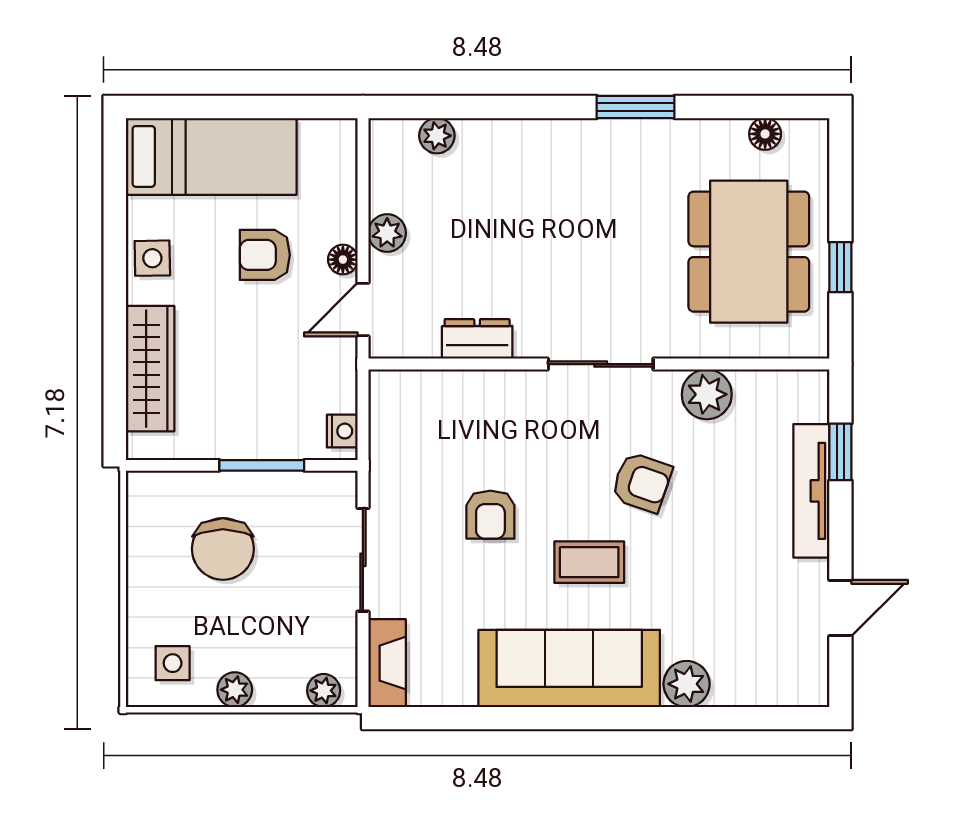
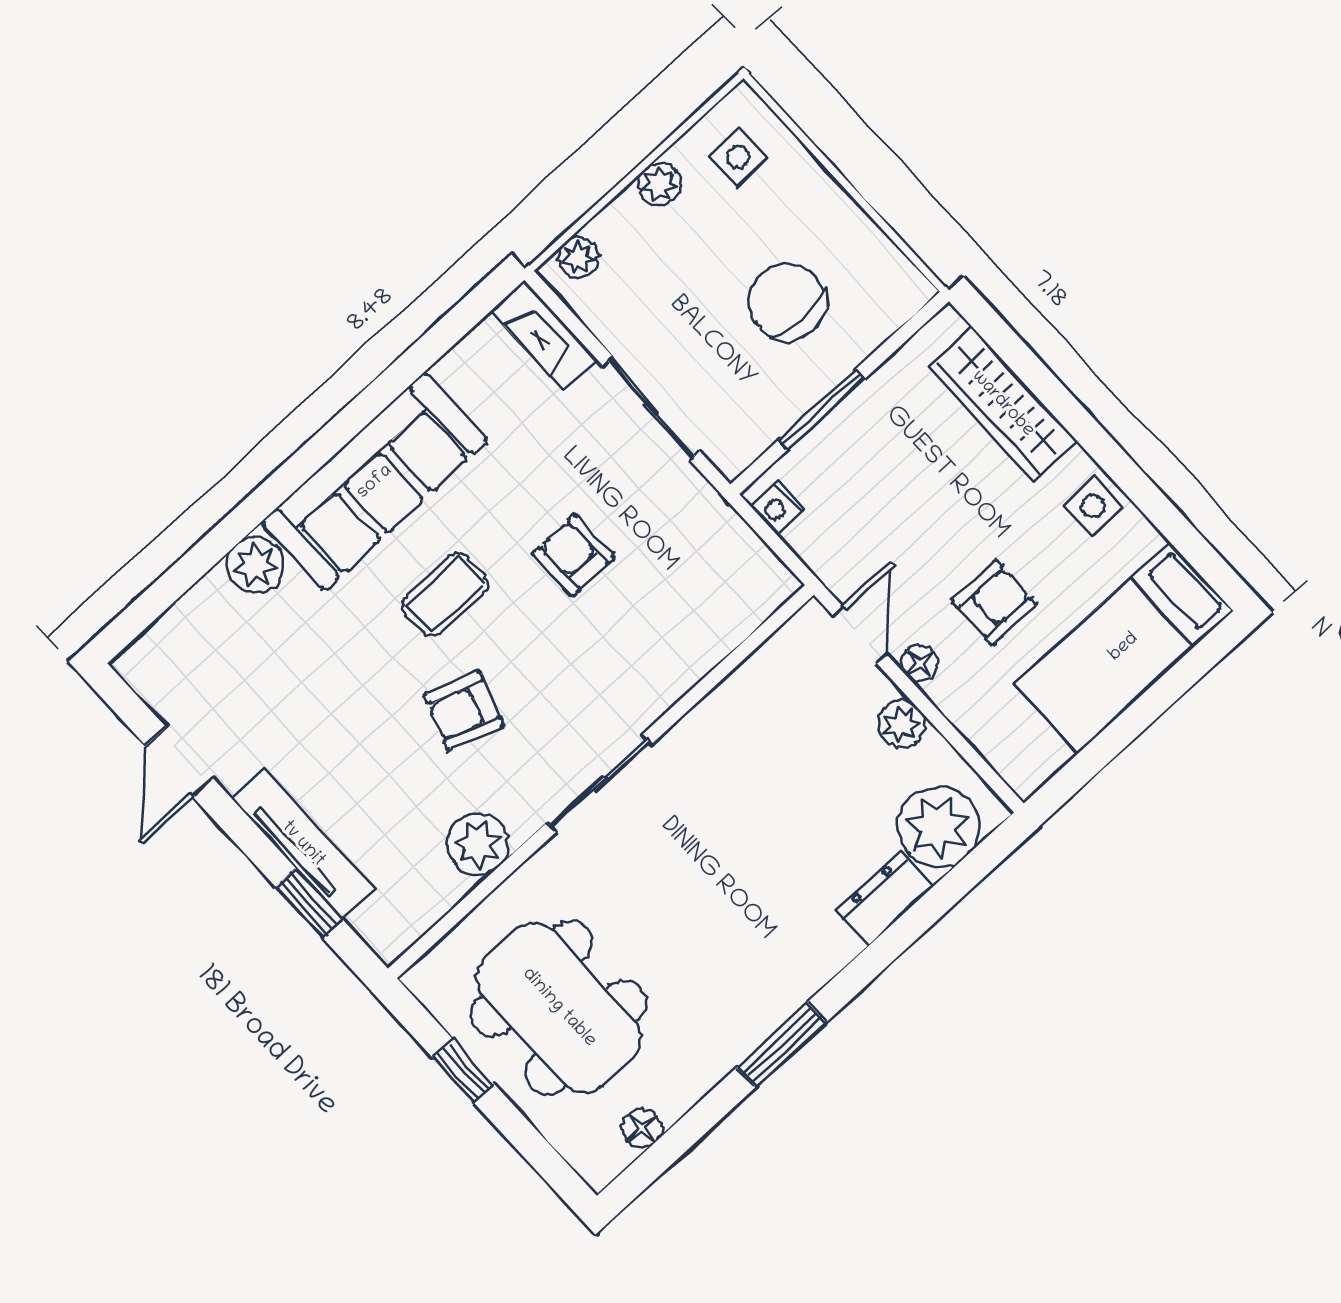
plant: (437, 136) -> (938, 827), width x1.87, depth x1.87
dresser: (477, 339) -> (884, 899), moved, turned 180

